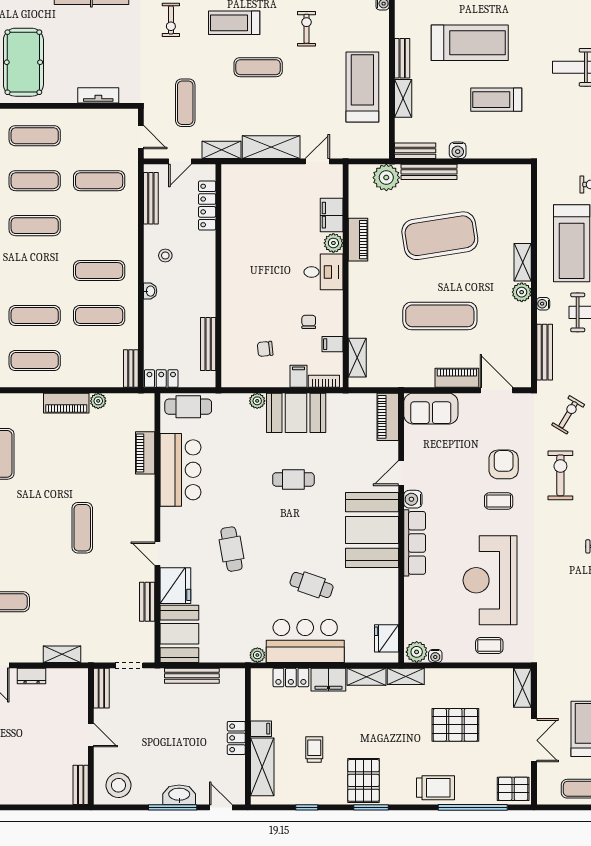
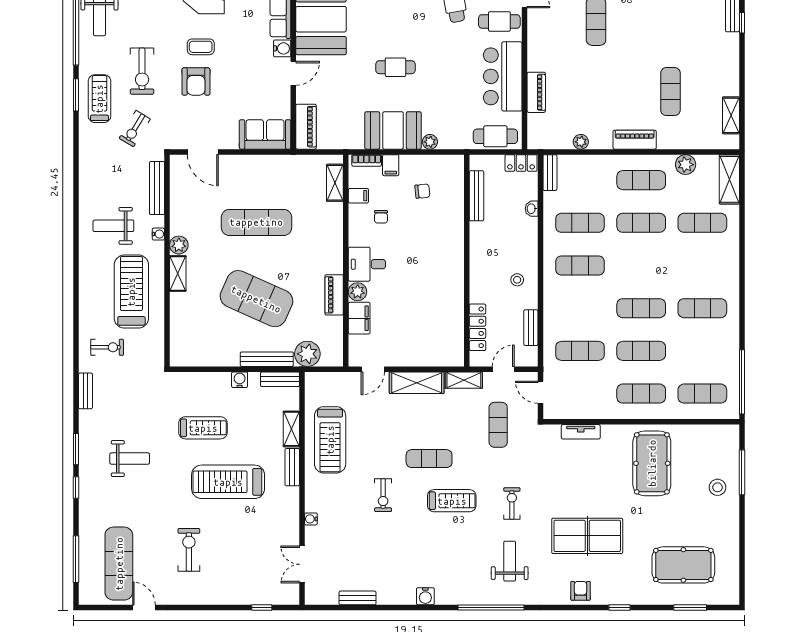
bench: (151, 198) -> (531, 328), width x0.73
exercise mat: (440, 236) -> (256, 299), turned 33
washbasin: (150, 291) -> (532, 209), moved
piano: (457, 378) -> (240, 164), removed
piano: (66, 403) -> (635, 140), moved
cafe table: (184, 528) -> (499, 21), added

